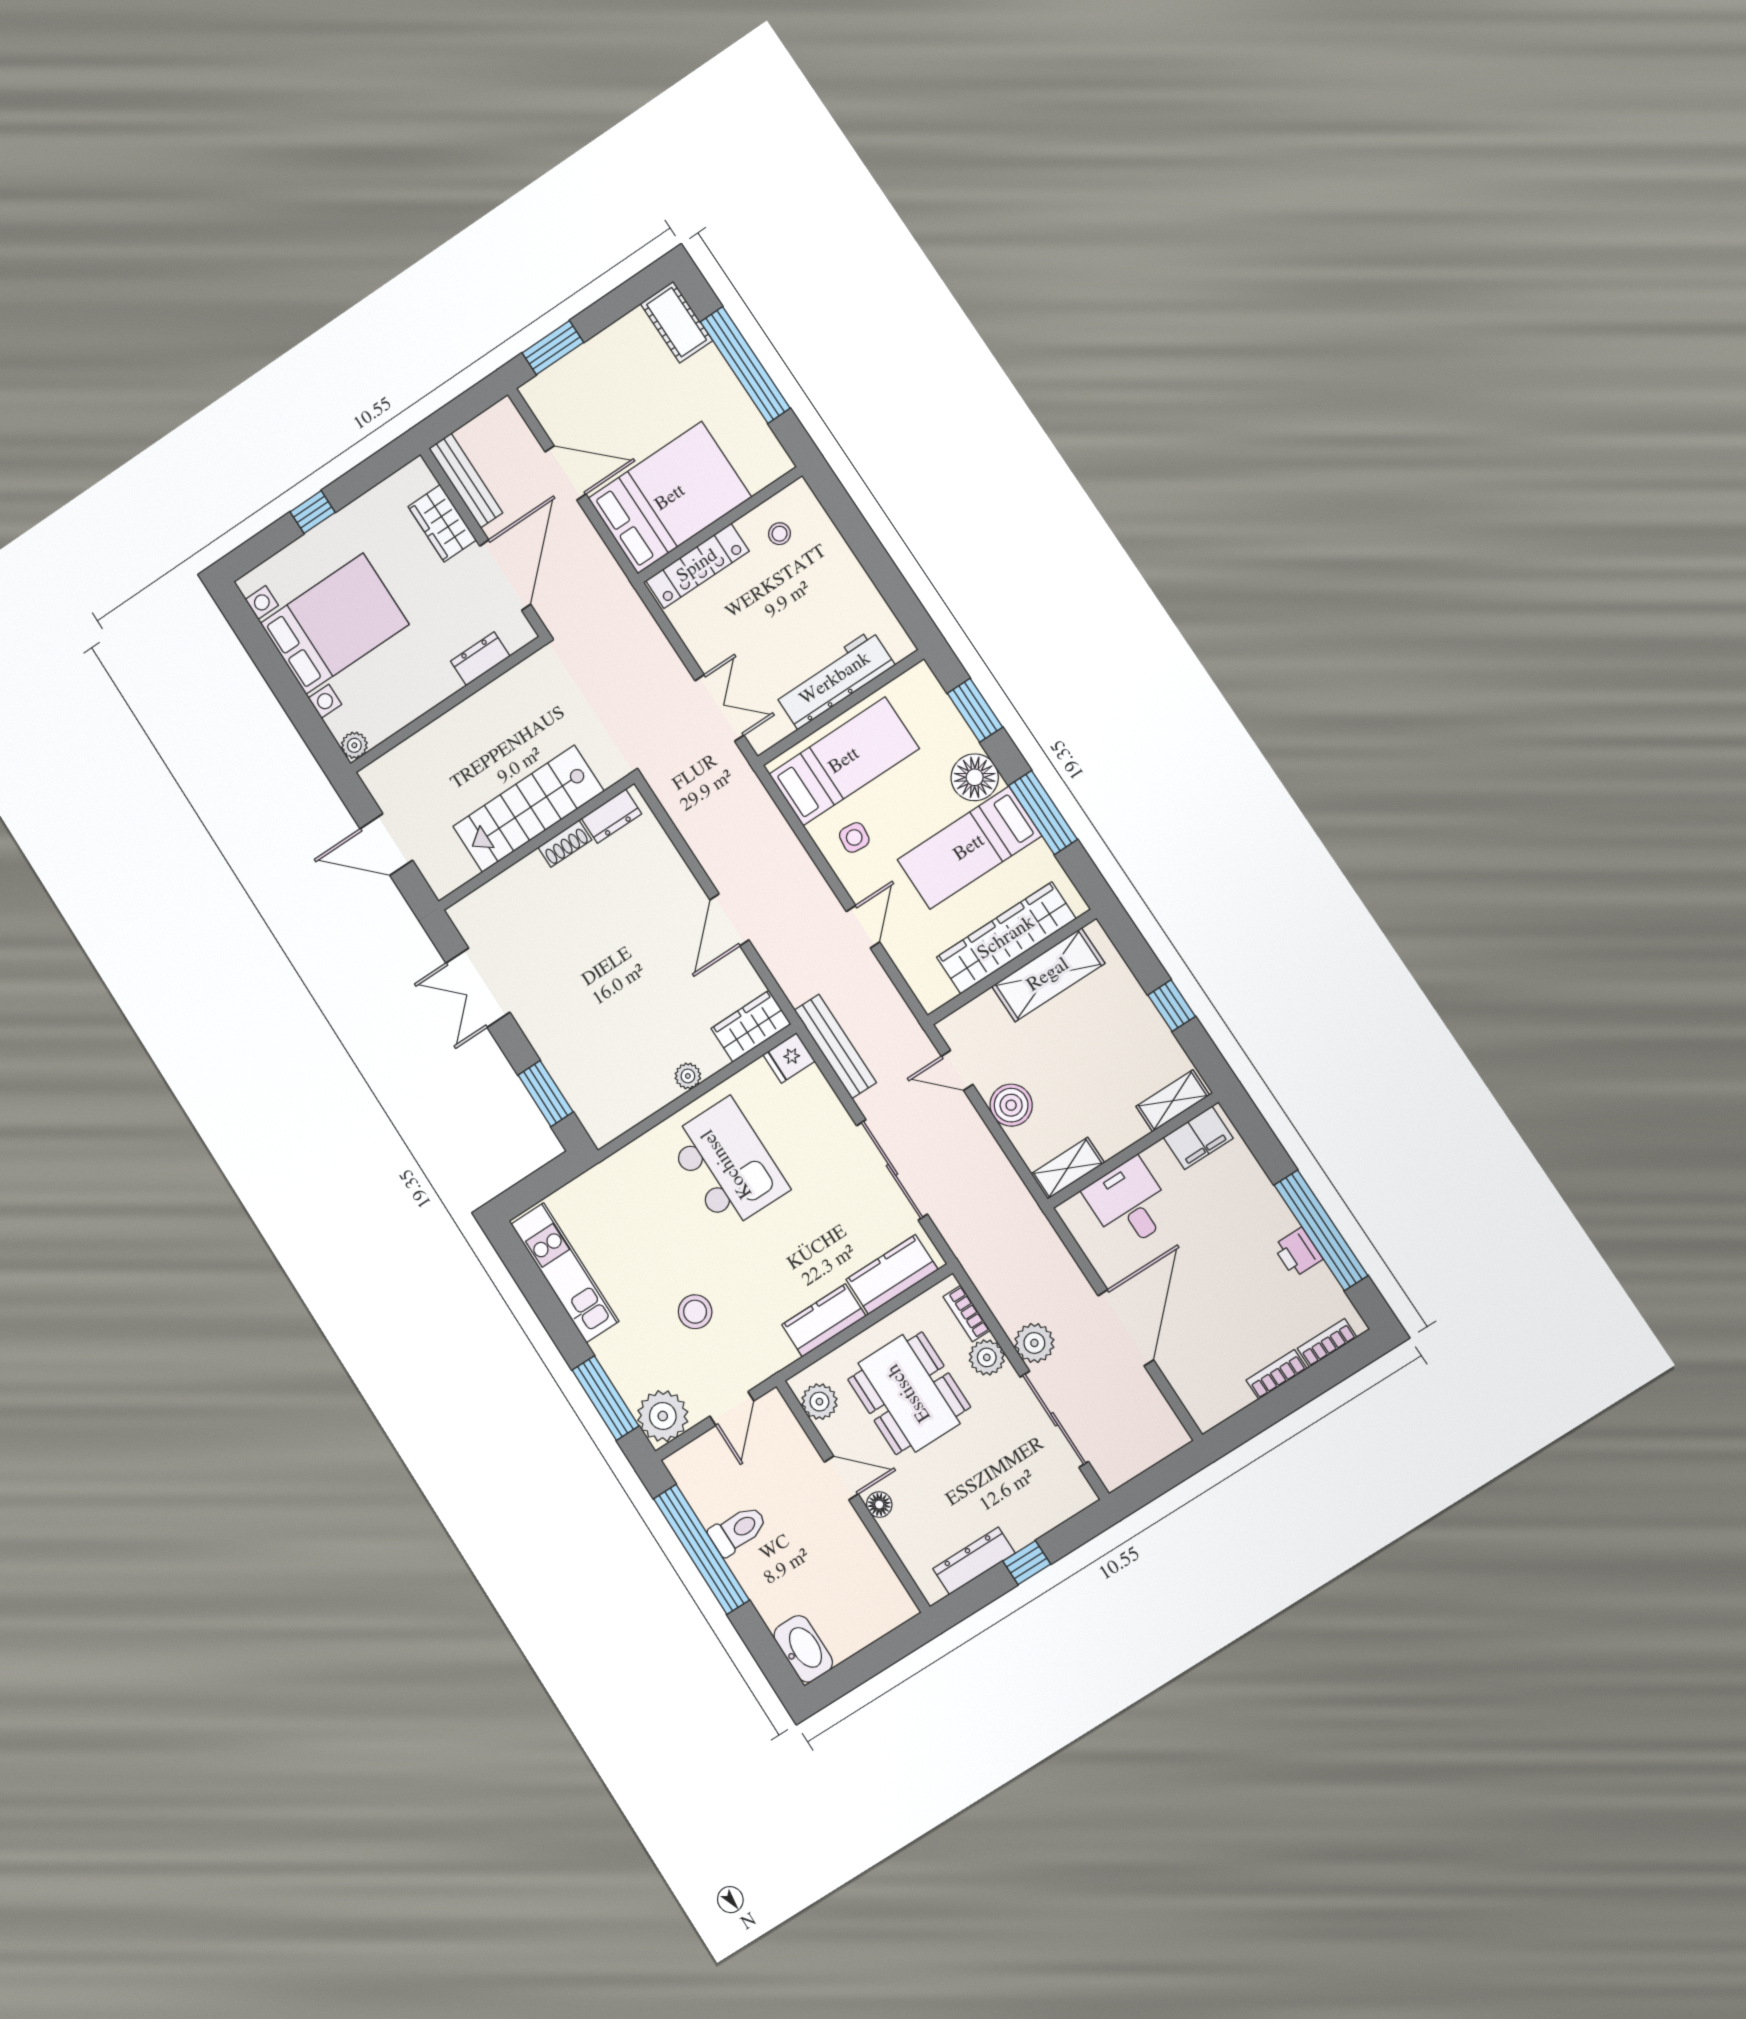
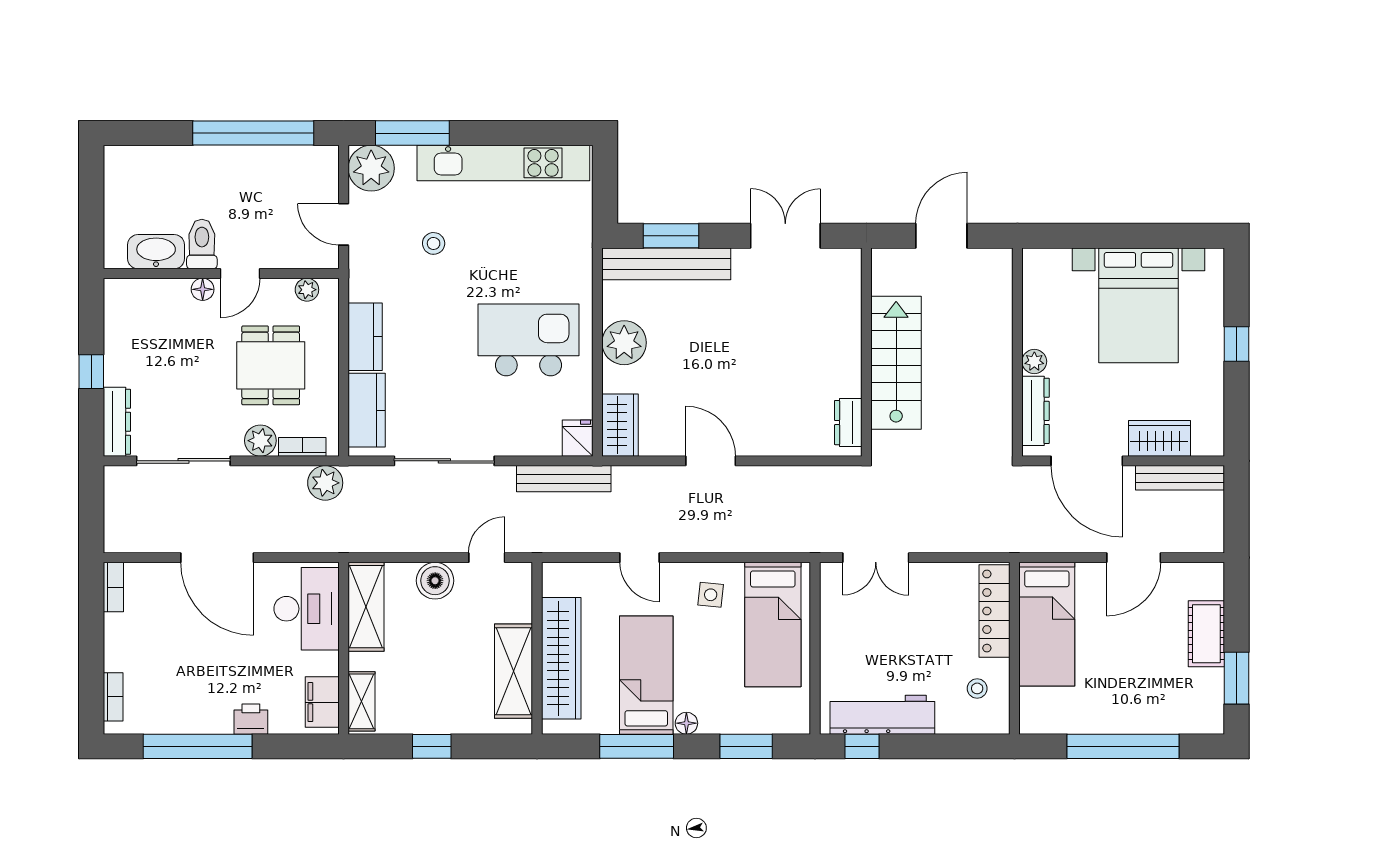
cot: (676, 322) -> (1206, 634), moved, turned 90
window: (553, 348) -> (1237, 678), moved
bed: (670, 498) -> (1047, 624), width x0.67
window: (904, 603) -> (862, 746), added
dresser: (480, 659) -> (1036, 411), width x1.44
workbench: (835, 679) -> (882, 715), moved, turned -90
plant: (354, 745) -> (1034, 361), moved
floor lamp: (975, 777) -> (686, 723), width x0.53, depth x0.53
shoe rack: (565, 844) -> (851, 374), removed
plant: (688, 1076) -> (624, 343), width x1.88, depth x1.88
bench: (574, 1081) -> (666, 264), added
kitchen island: (727, 1164) -> (528, 340), turned 180
shelving: (1068, 1168) -> (366, 607), width x1.50, depth x1.33
desk: (1129, 1203) -> (307, 609), width x1.37
printer: (1298, 1252) -> (251, 719), moved
kitchen unit: (565, 1273) -> (503, 163), width x1.36
stool: (695, 1312) -> (434, 243), width x0.73, depth x0.73
plant: (1034, 1343) -> (325, 483), moved
bookcase: (1277, 1374) -> (113, 587), moved
dining table: (909, 1393) -> (271, 365), width x0.73
plant: (819, 1402) -> (307, 290), width x0.73, depth x0.73
toilet: (738, 1530) -> (202, 244), moved, turned 180
dresser: (974, 1561) -> (117, 422), moved
washbasin: (803, 1649) -> (156, 252), moved, turned 180

